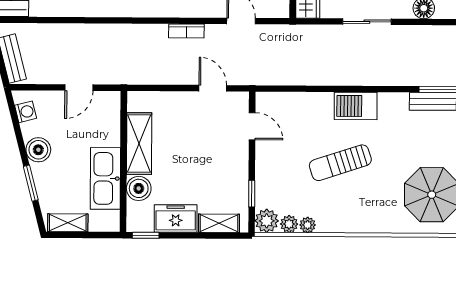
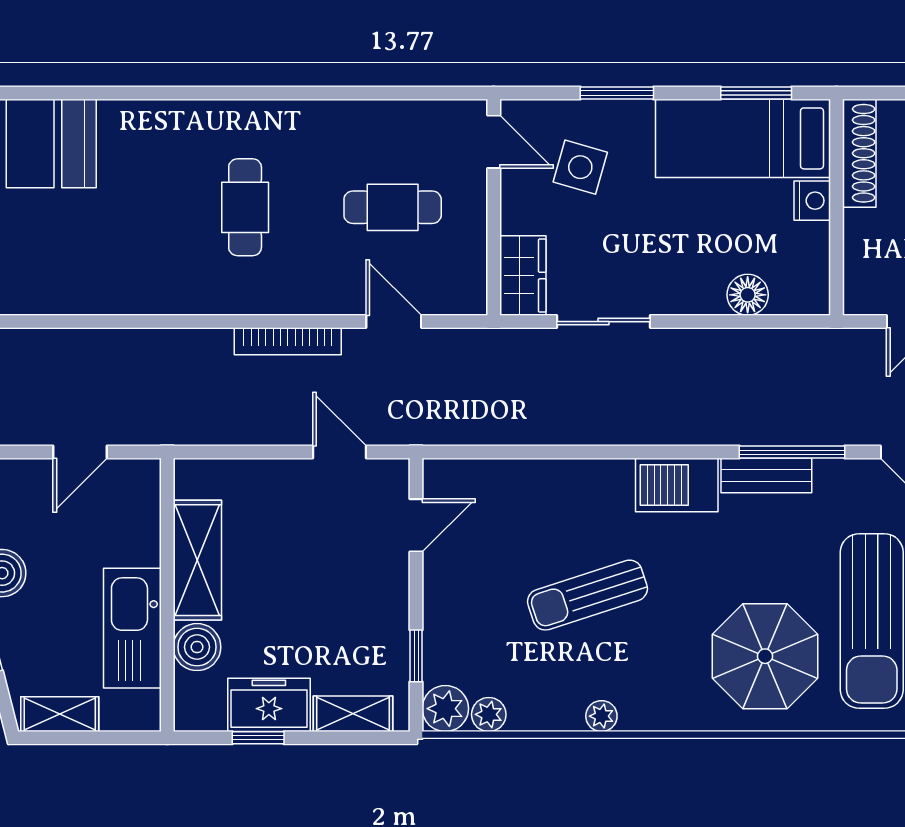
sliding door: (367, 22) -> (604, 322), moved
bookcase: (186, 31) -> (288, 341), width x1.56
barbecue: (356, 106) -> (677, 485), moved
door: (252, 126) -> (416, 525), hinge flipped
plant: (308, 225) -> (601, 716), moved
window: (146, 235) -> (258, 738), moved

